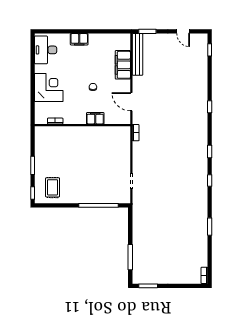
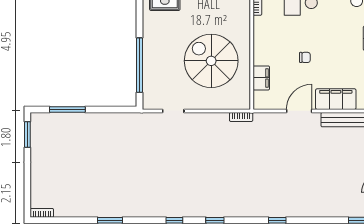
door: (131, 102) -> (299, 111), moved
filing cabinet: (95, 118) -> (261, 78), moved
spiral stairs: (95, 154) -> (211, 61), added

